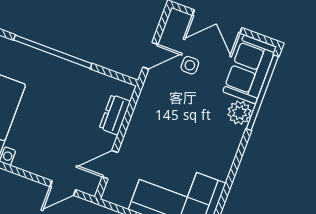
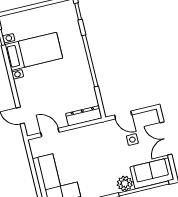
dresser: (115, 115) -> (84, 116), width x1.44

